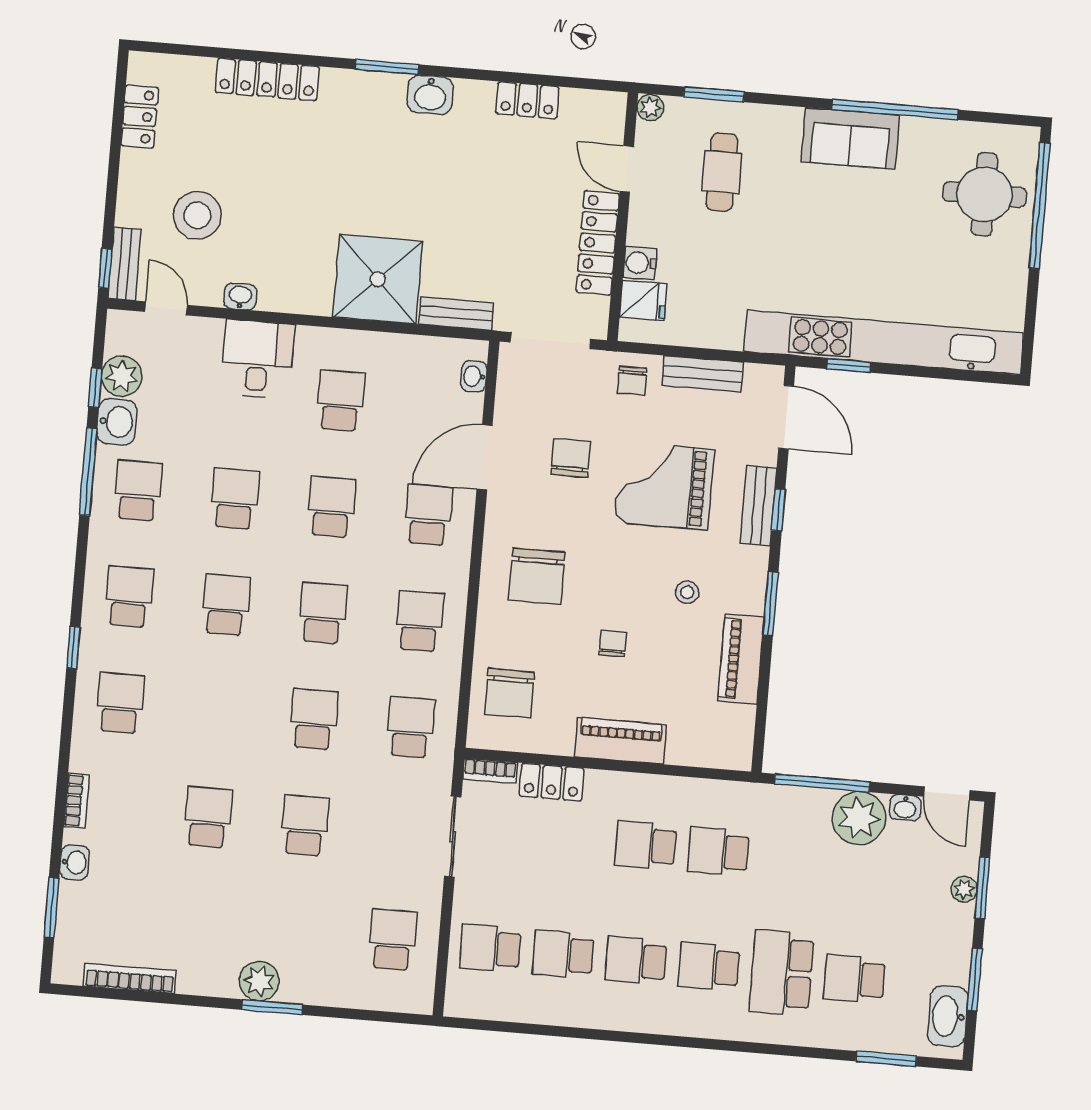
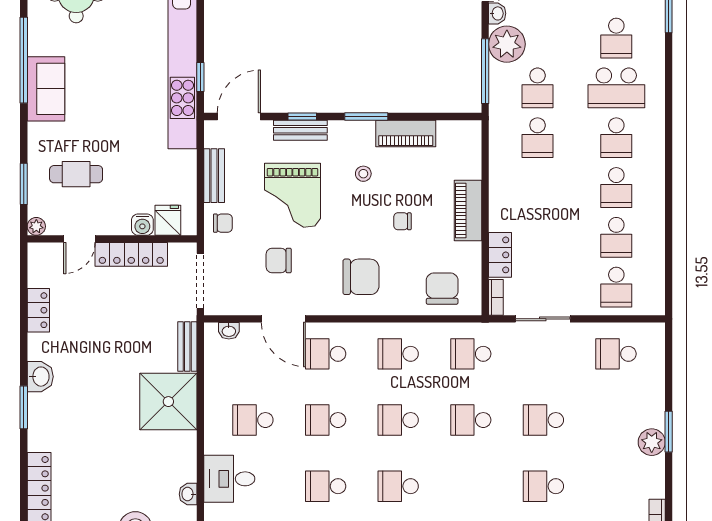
chair: (509, 693) -> (442, 289), turned -90
school desk: (646, 845) -> (538, 88), moved

